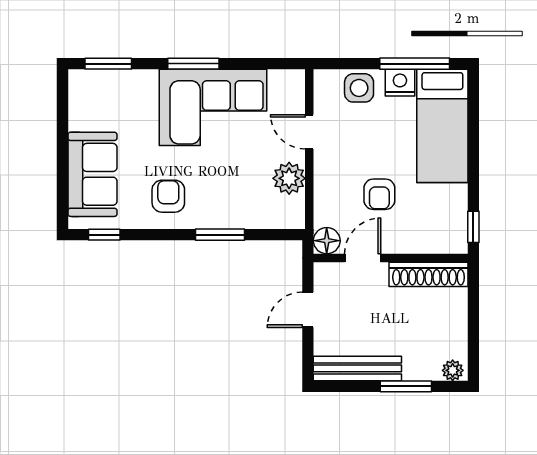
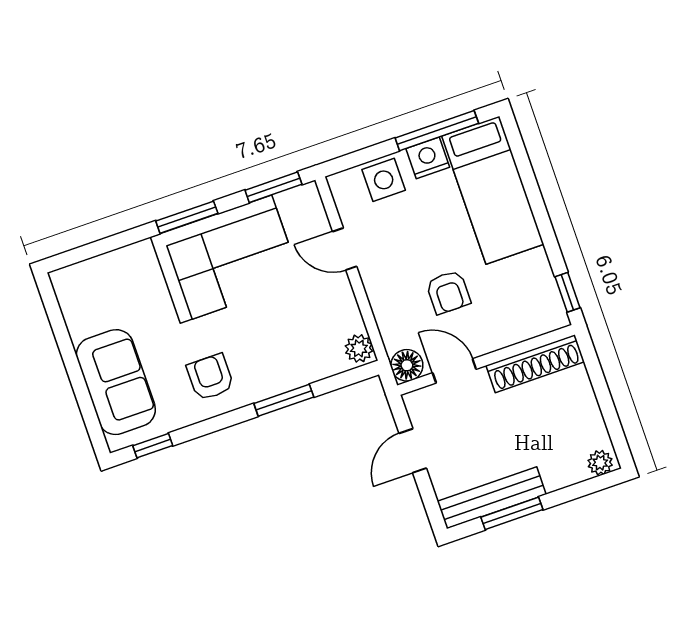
window: (108, 64) -> (273, 187), moved
plant: (289, 178) -> (359, 348), moved, width x0.73, depth x0.73
door: (363, 258) -> (454, 371), hinge flipped
window: (406, 386) -> (512, 513), moved

